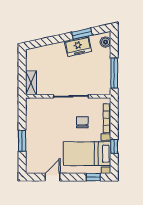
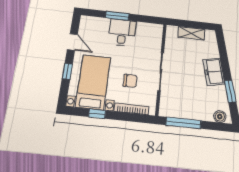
freezer: (78, 46) -> (214, 72), moved
shelving: (31, 83) -> (191, 33), moved
desk: (38, 134) -> (122, 33), added
window: (93, 177) -> (67, 71), moved

